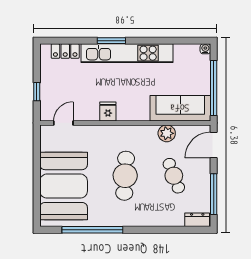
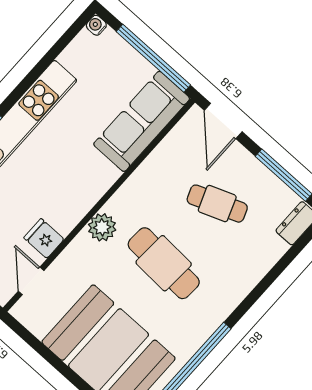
fridge: (108, 112) -> (44, 238), moved
plant: (167, 133) -> (102, 227), moved

